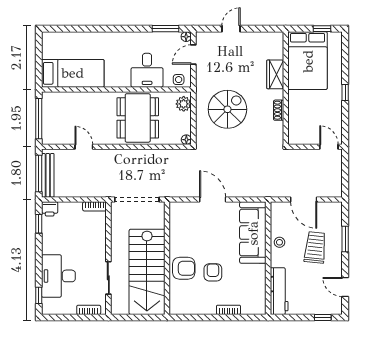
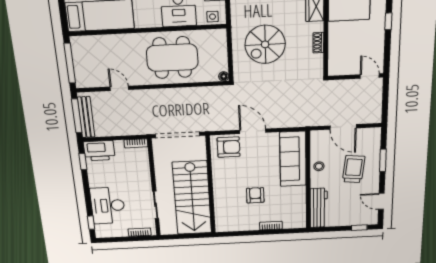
plant: (184, 104) -> (219, 41), removed
spiral stairs: (227, 109) -> (265, 44), turned 180
dining table: (138, 118) -> (172, 58), turned 90
printer: (50, 209) -> (99, 151), width x1.87, depth x1.48
armchair: (184, 268) -> (229, 147), moved

